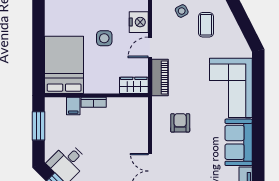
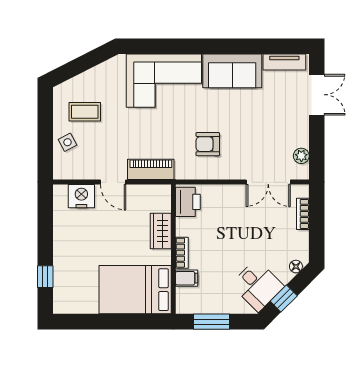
side table: (104, 38) -> (102, 239), removed
wardrobe: (134, 85) -> (161, 231), moved
printer: (134, 107) -> (188, 202), added

